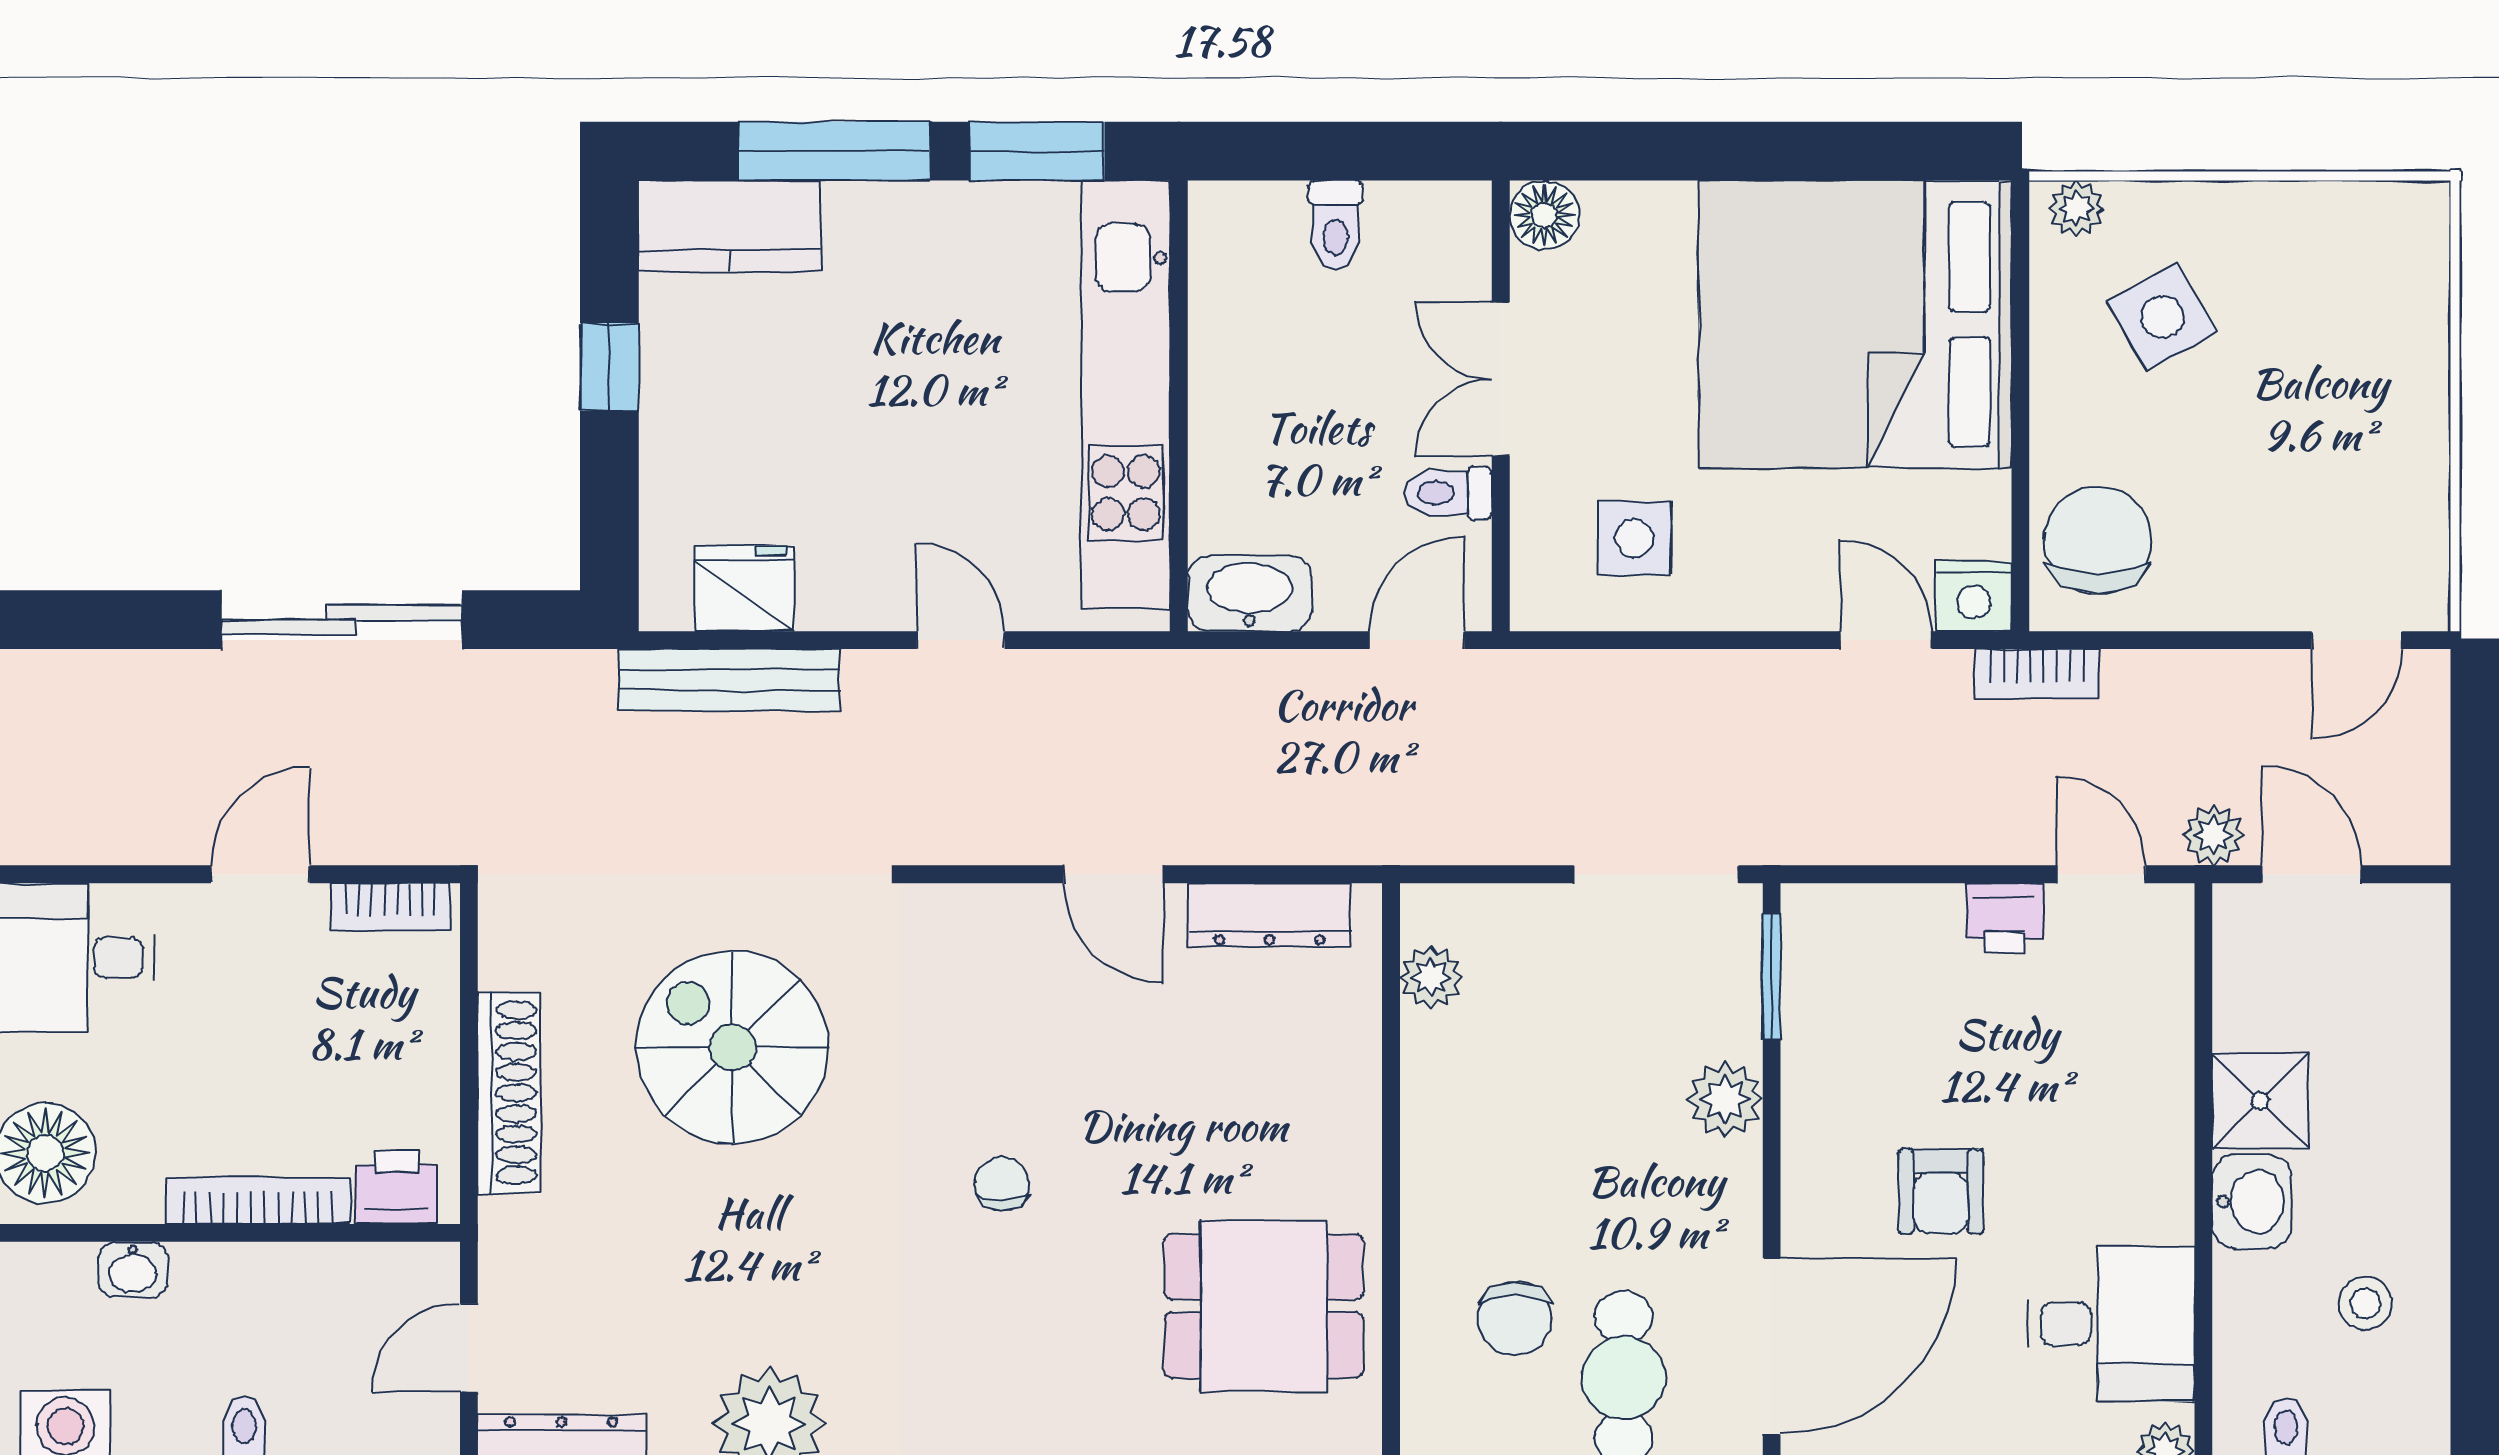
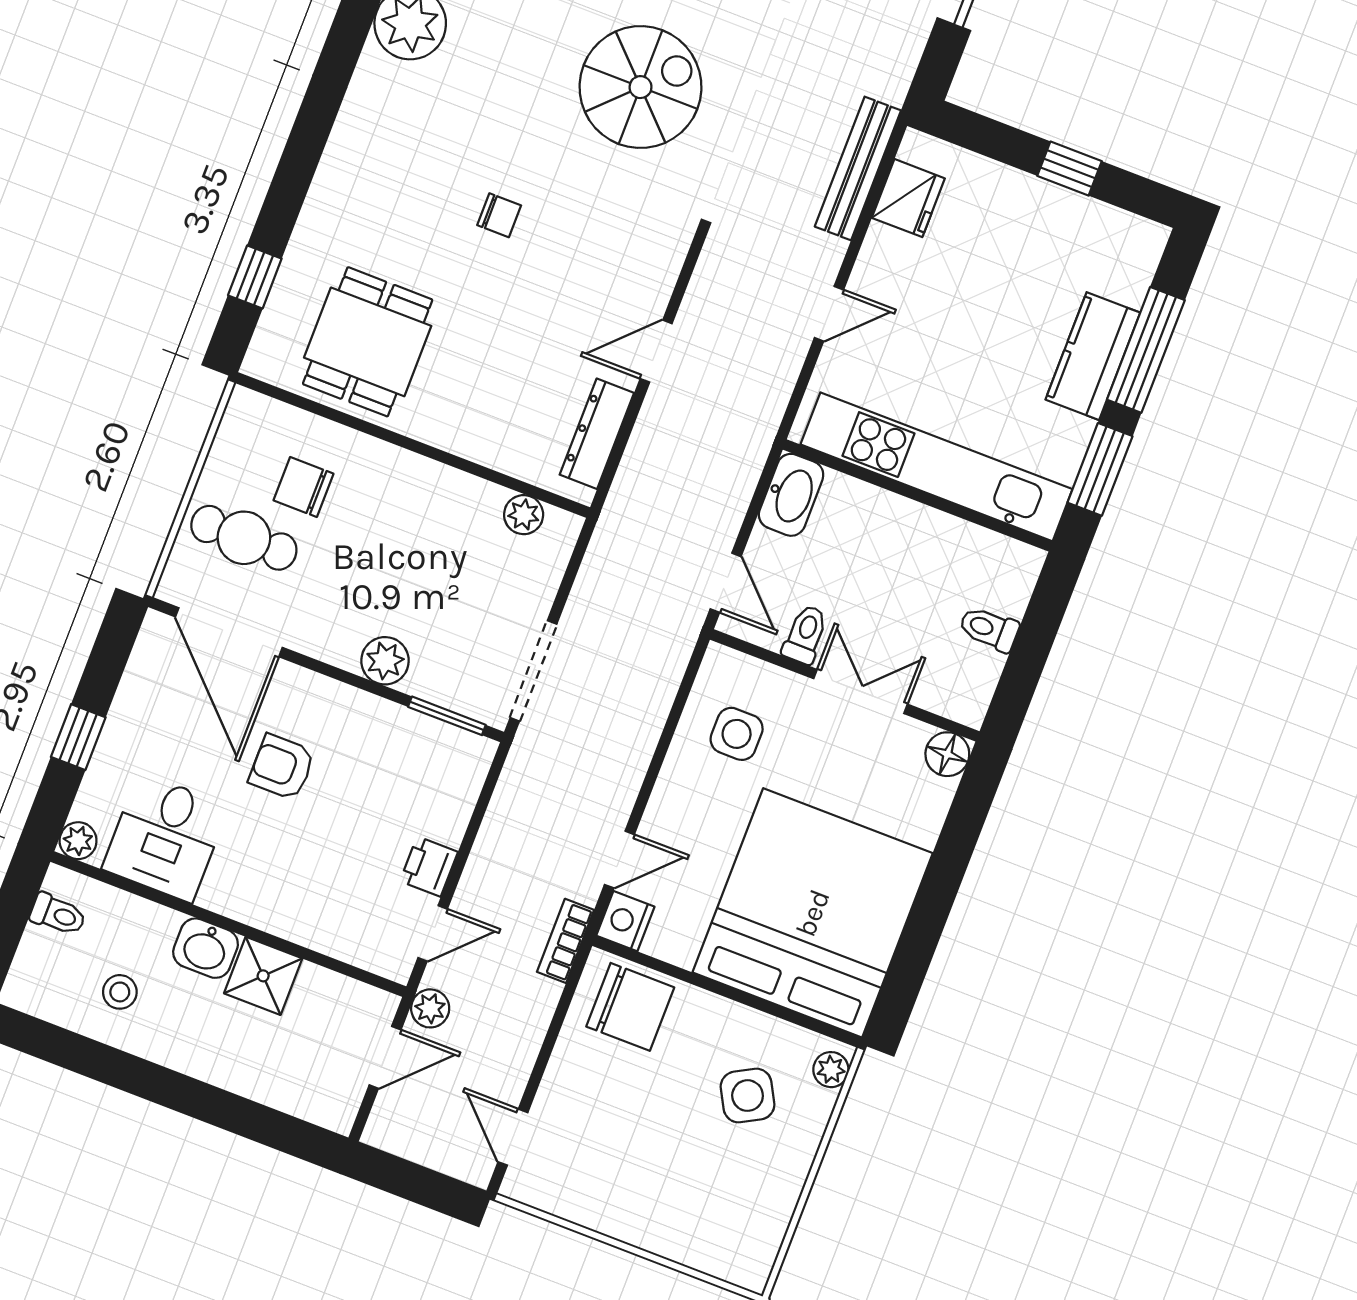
kitchen counter: (730, 226) -> (1093, 356), moved

